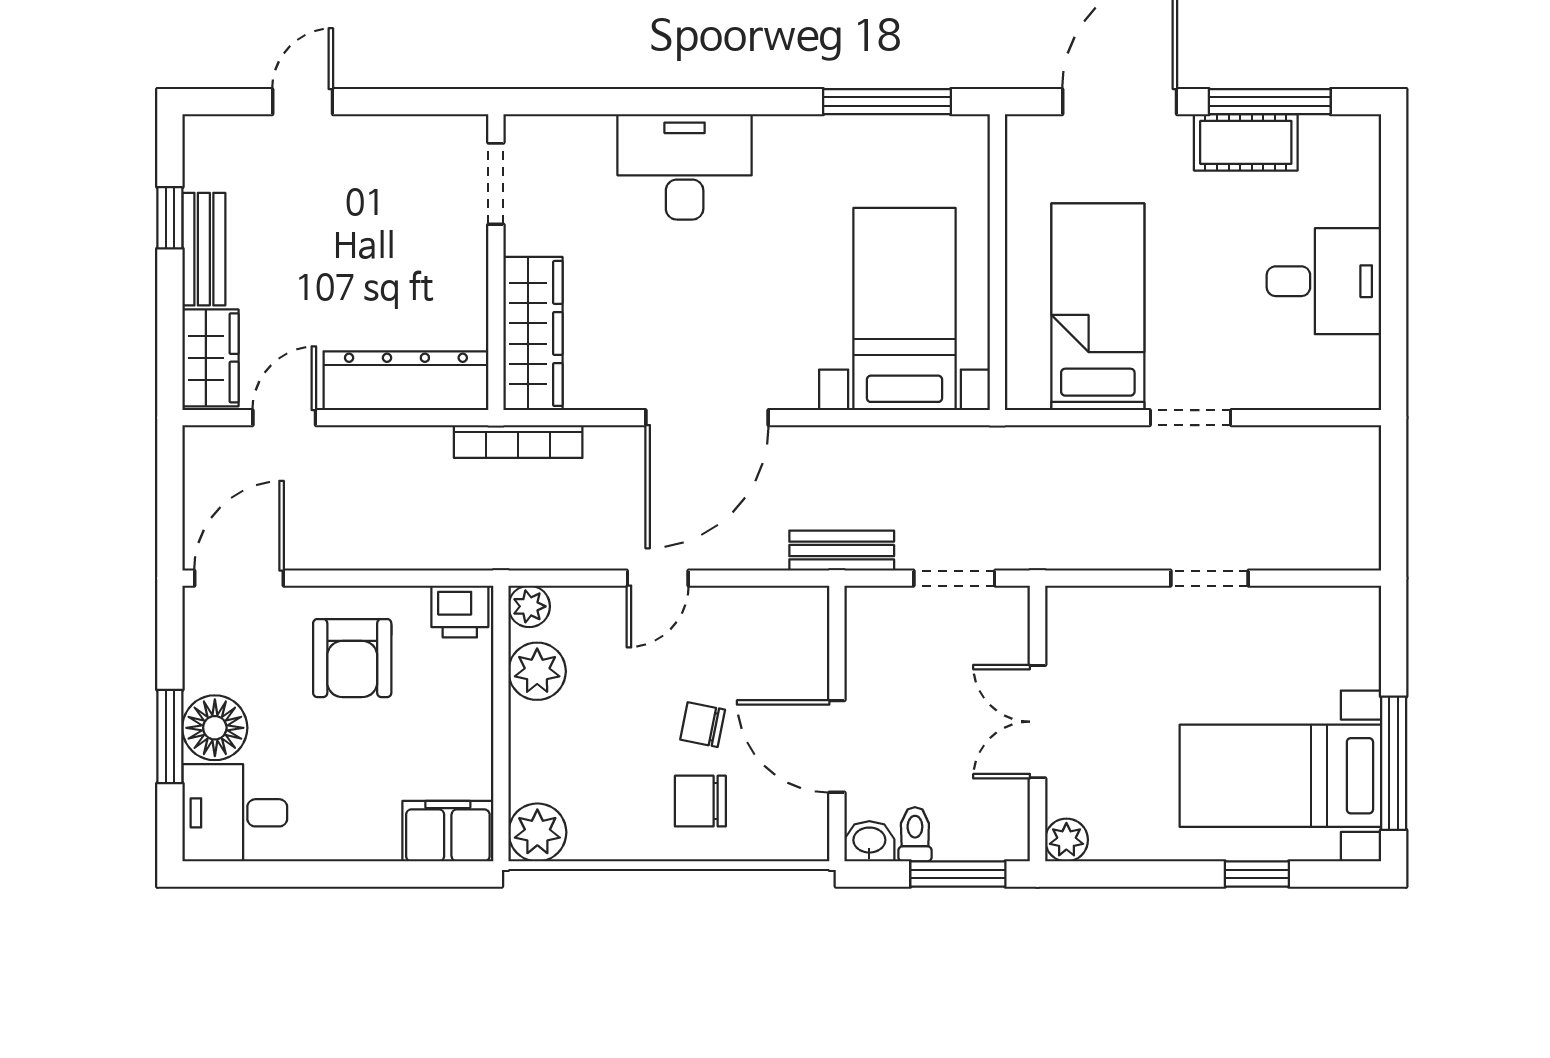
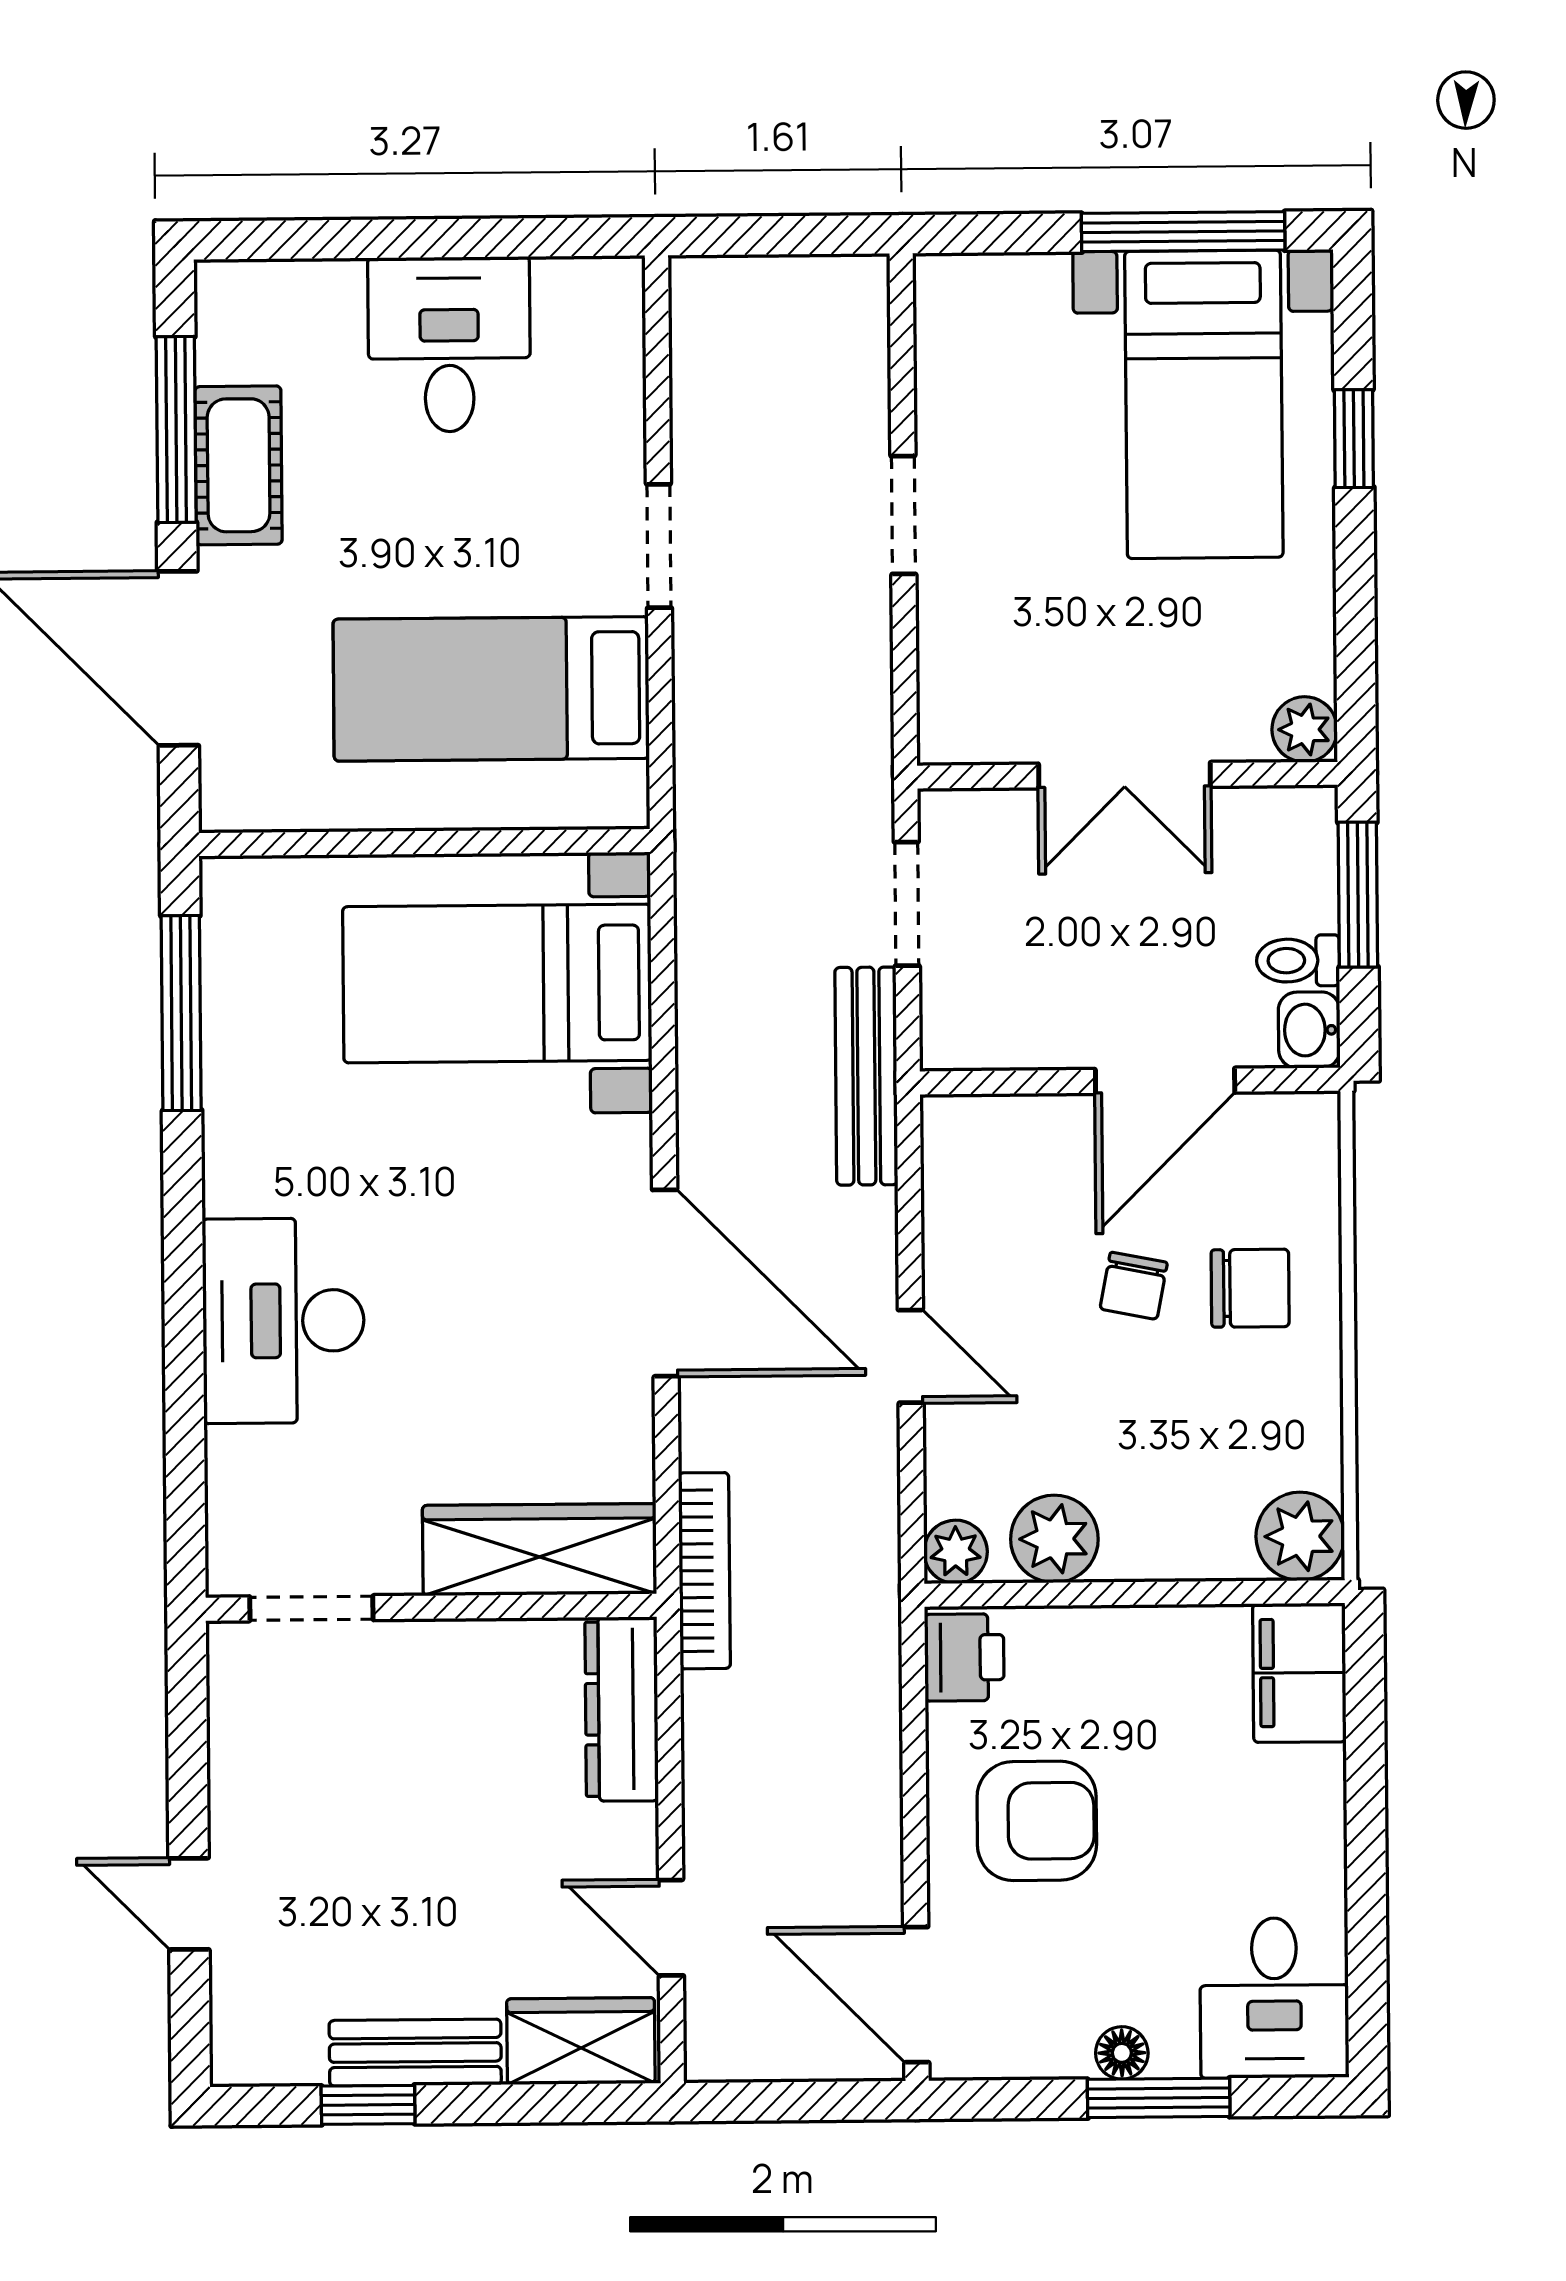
dresser: (406, 381) -> (622, 1709), width x0.73, depth x0.80
bench: (842, 551) -> (866, 1076), width x1.36
floor lamp: (215, 728) -> (1122, 2053), width x0.53, depth x0.53
chair: (700, 801) -> (1250, 1288), turned -90

